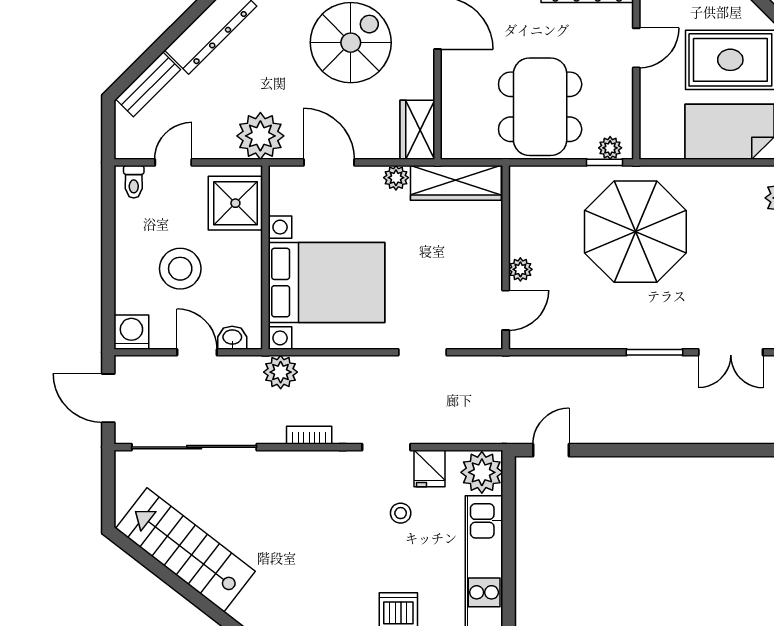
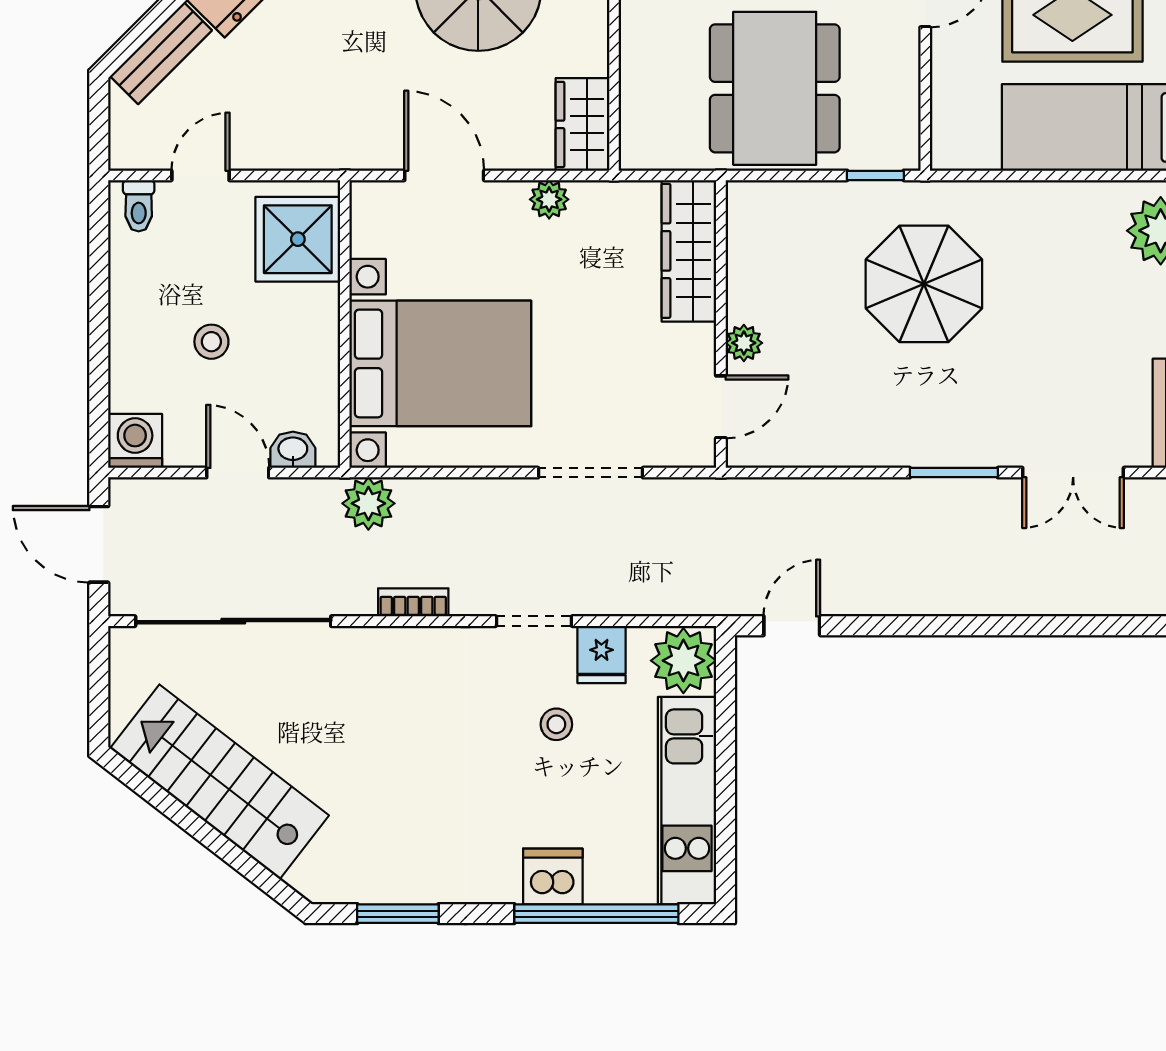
plant: (260, 136) -> (337, 134), removed
plant: (610, 148) -> (884, 153), removed
wardrobe: (456, 183) -> (689, 251), moved, turned 90
parasol: (635, 232) -> (924, 284), width x0.73, depth x0.73
stool: (180, 269) -> (211, 342), width x0.53, depth x0.53
doorway: (422, 352) -> (591, 473), width x1.38

